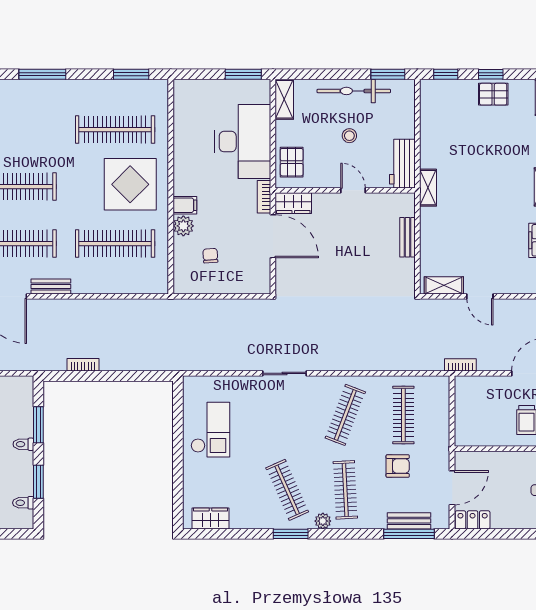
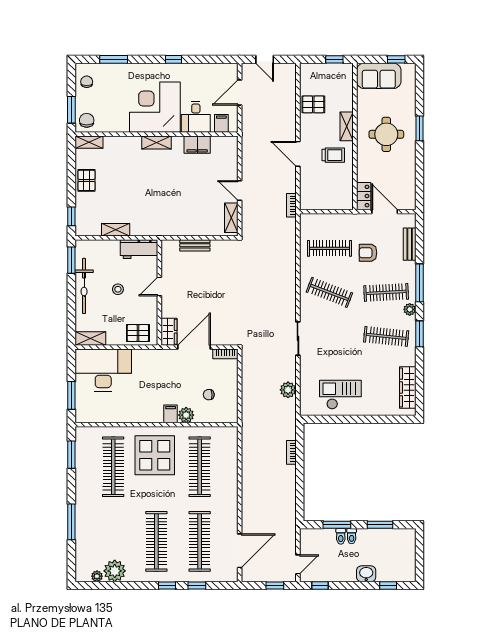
window: (243, 74) -> (71, 395), moved
window: (491, 74) -> (71, 182), removed
desk: (243, 142) -> (103, 370), moved
shelving: (428, 188) -> (116, 230), moved
bookcase: (264, 197) -> (225, 354), moved
bench: (51, 287) -> (232, 515), removed
door: (480, 296) -> (240, 190), swing flipped
plant: (217, 360) -> (288, 390), added
bookcase: (83, 365) -> (291, 452), moved
armchair: (398, 466) -> (368, 253), turned -90
clothes rail: (287, 490) -> (386, 336), turned 30
toilet: (23, 503) -> (341, 536), moved
wardrobe: (211, 518) -> (408, 388), width x1.50
locker: (473, 520) -> (364, 196), moved, turned 180
window: (409, 534) -> (419, 283), moved

